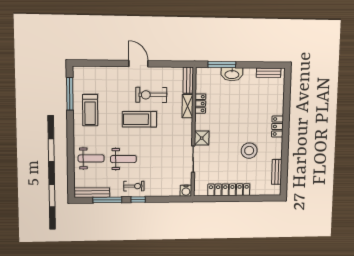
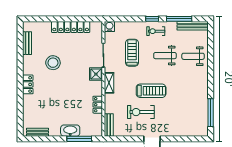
exercise bike: (151, 95) -> (141, 112), turned 180
shelving: (188, 106) -> (109, 83), moved
treadmill: (90, 110) -> (132, 53), moved

